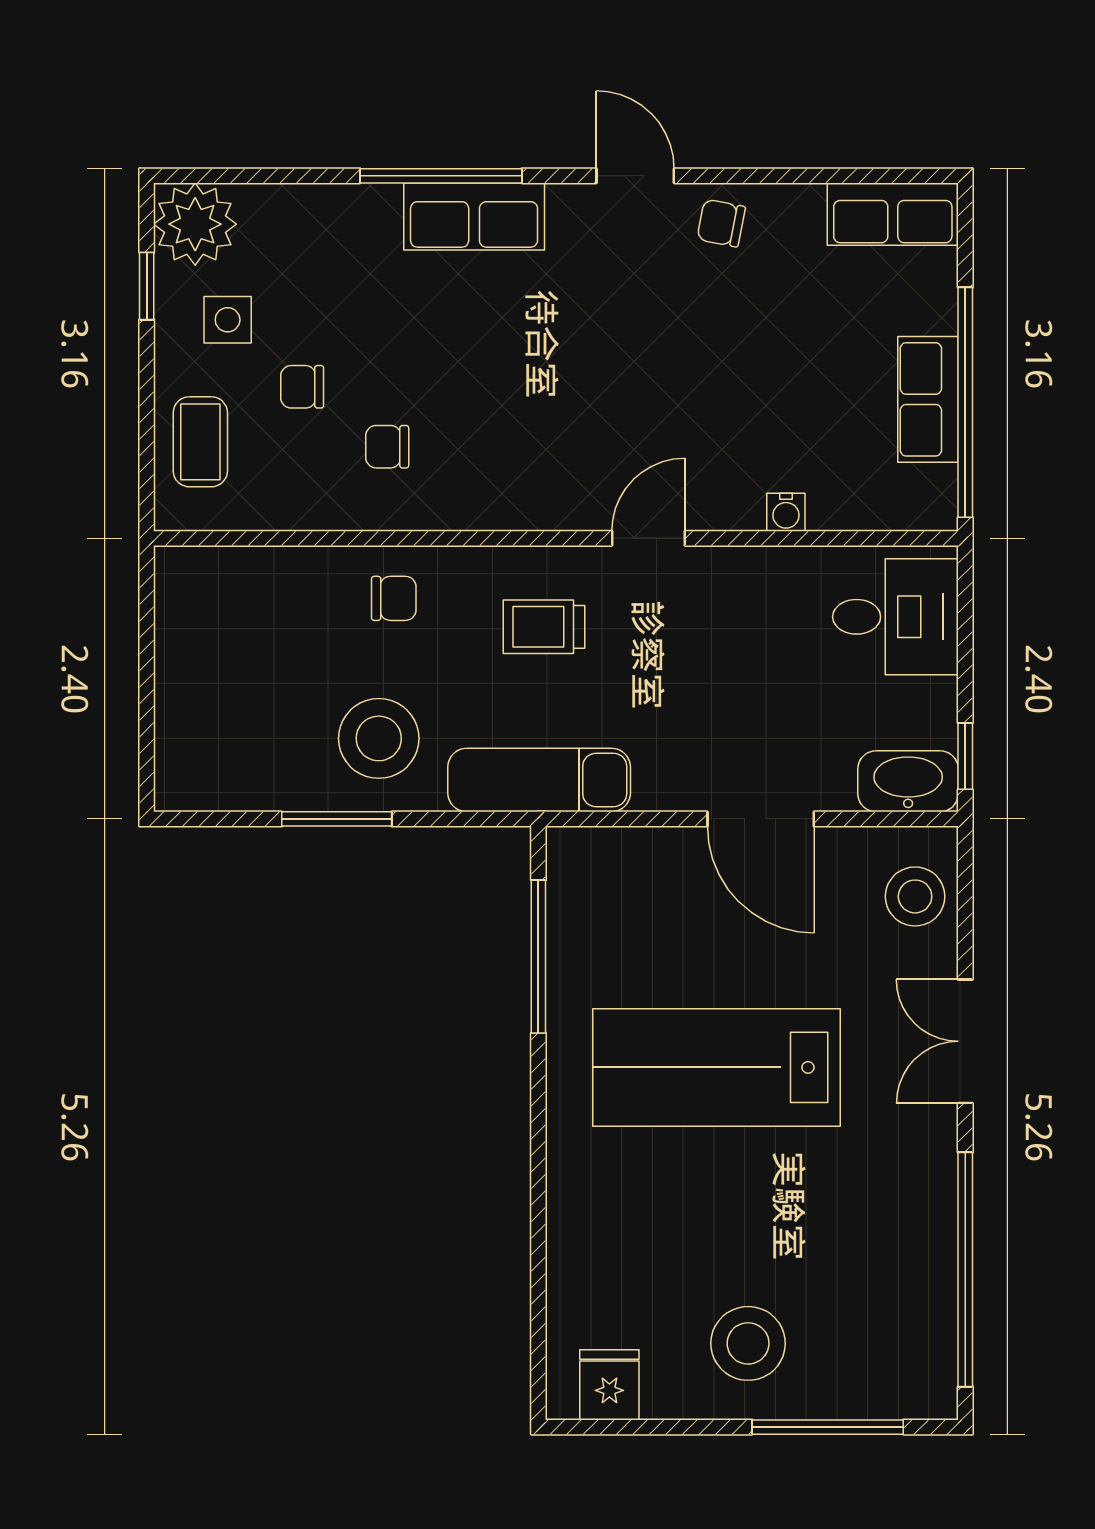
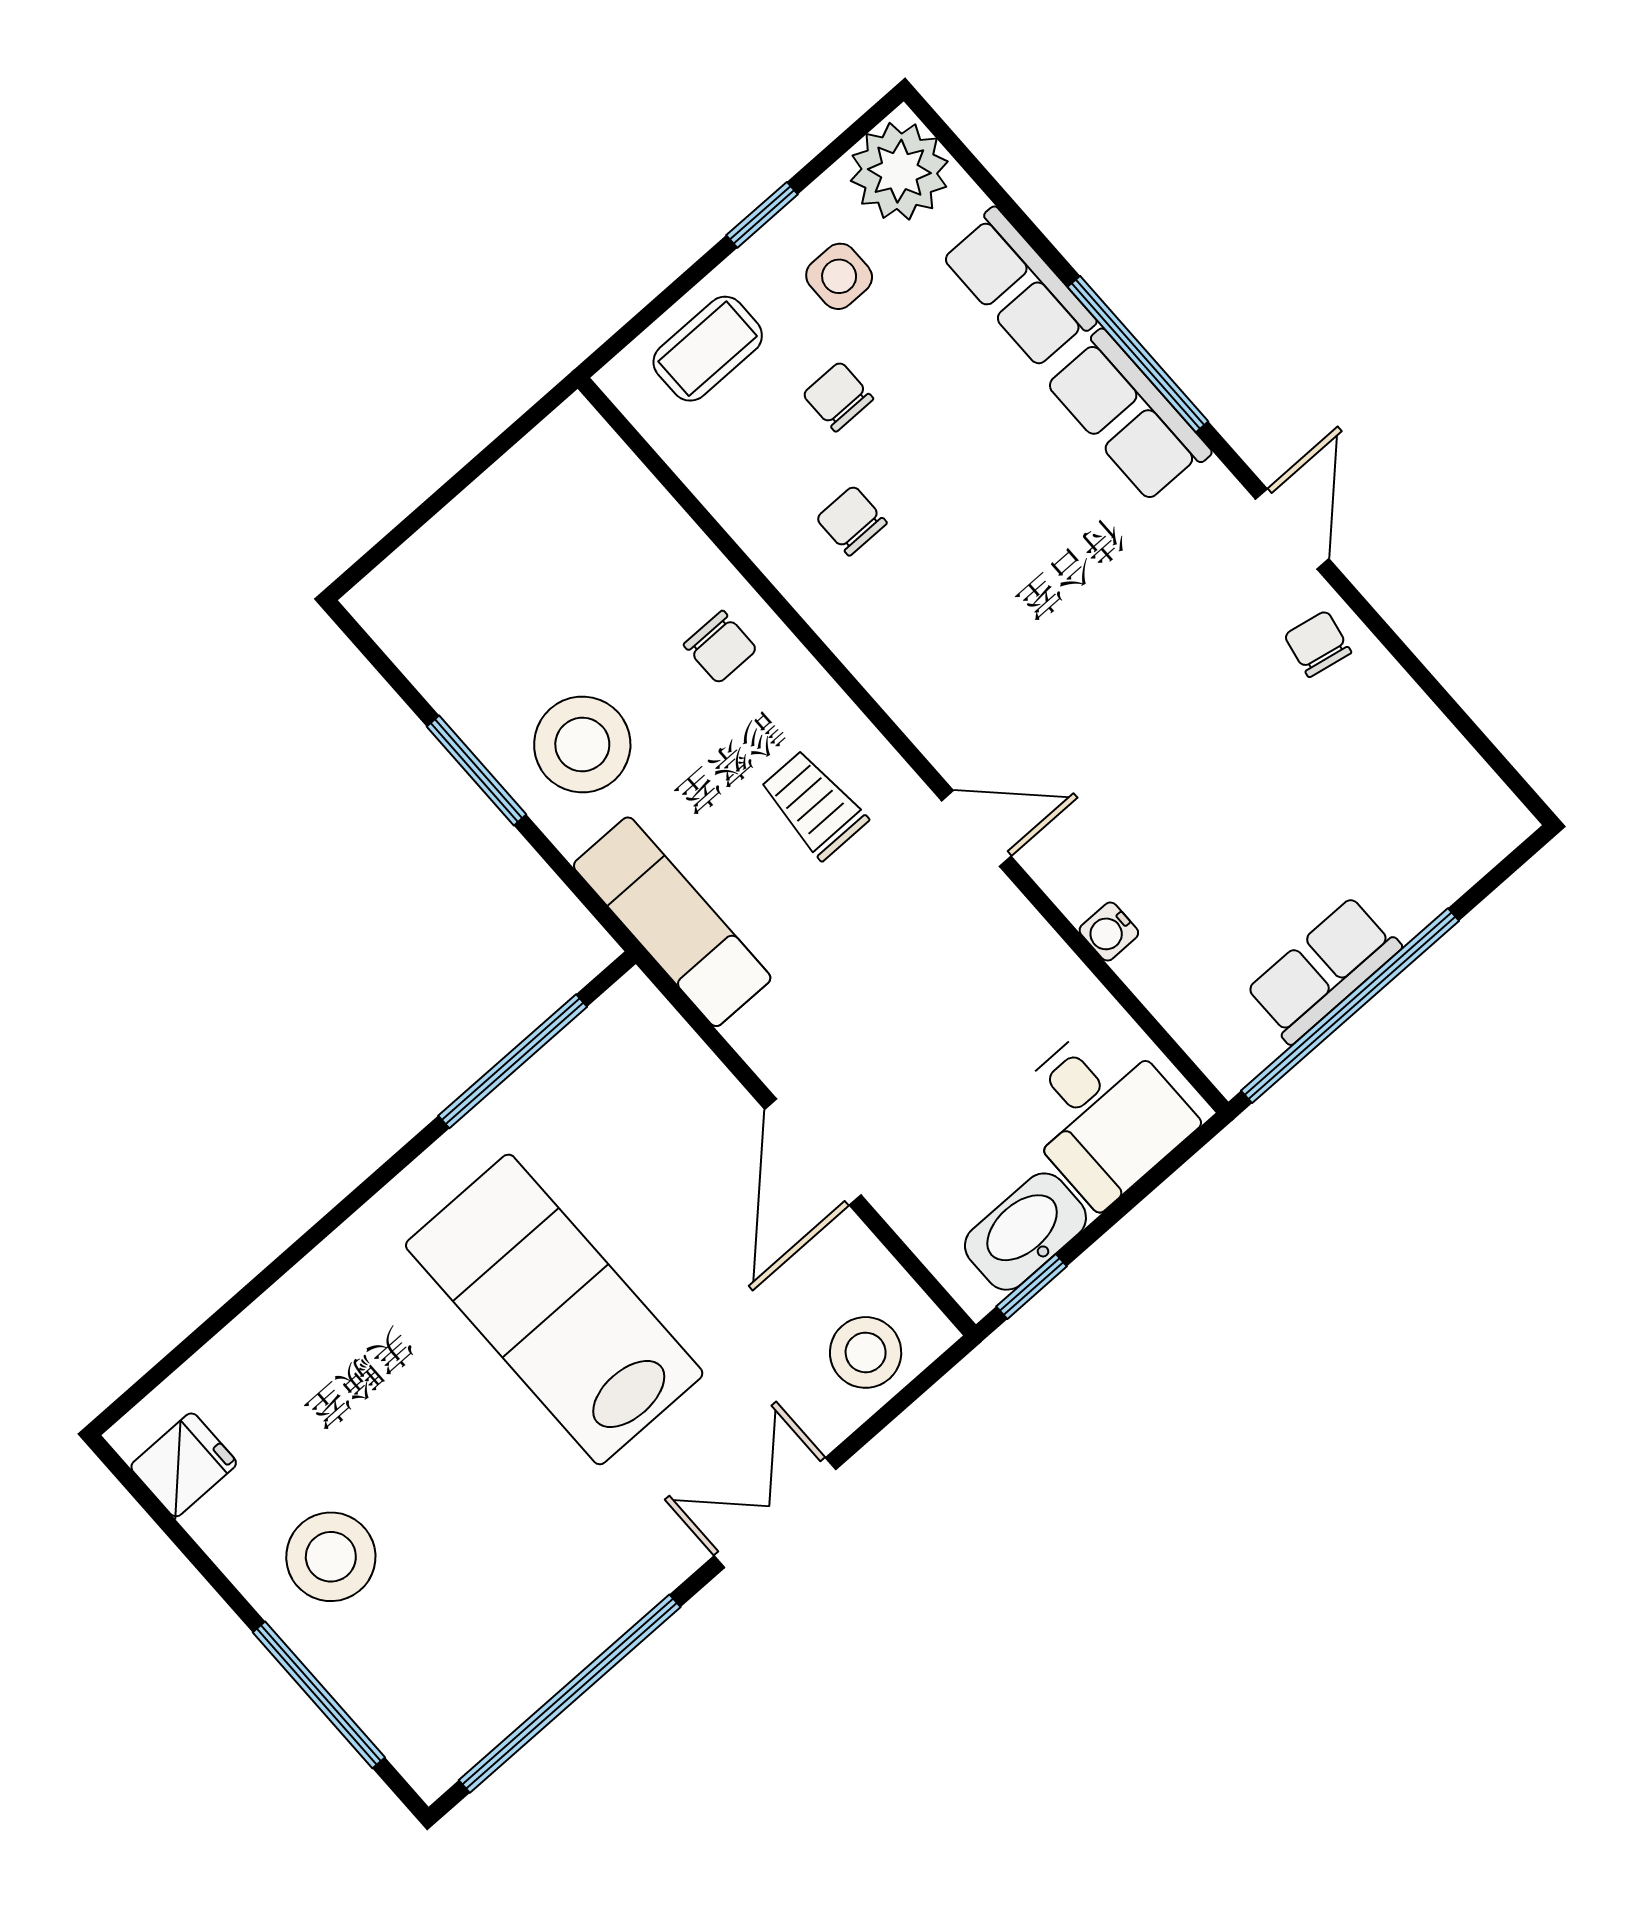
row of seats: (893, 214) -> (1018, 288), moved
window: (147, 286) -> (762, 215), moved
washbasin: (908, 781) -> (1025, 1232), moved, turned -90

